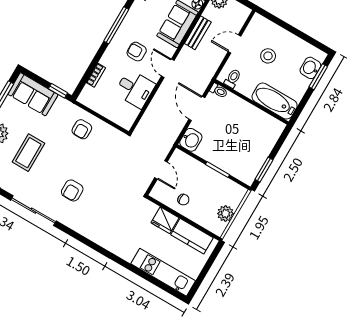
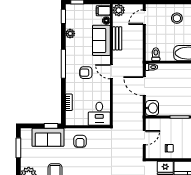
door: (234, 44) -> (144, 17), moved
stool: (268, 56) -> (177, 18), moved
desk: (135, 89) -> (99, 114), moved, turned 90
sofa: (33, 94) -> (48, 137), moved
door: (161, 170) -> (144, 138), hinge flipped

